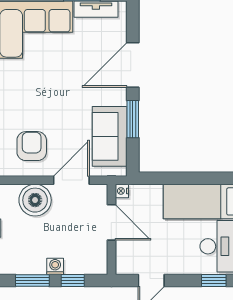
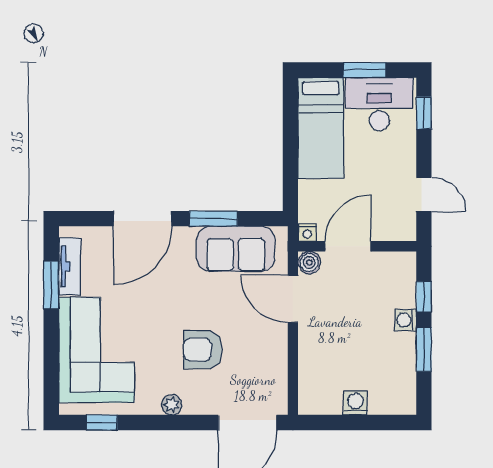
door: (133, 65) -> (143, 219), hinge flipped
armchair: (32, 146) -> (203, 350), moved
boiler: (35, 200) -> (309, 263), moved, width x0.54, depth x0.54

